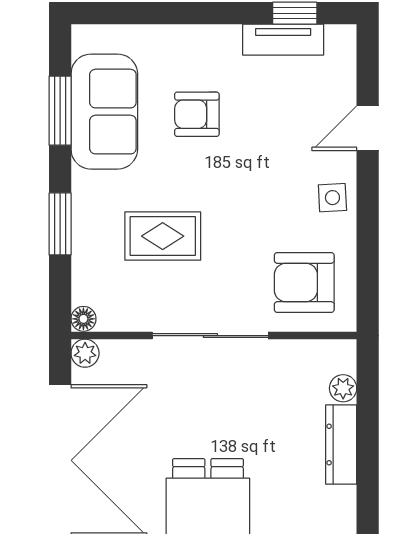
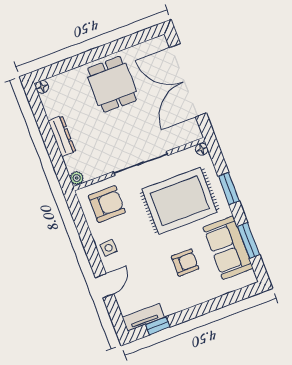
tv unit: (283, 40) -> (143, 317), moved
rug: (163, 236) -> (180, 201), width x1.86, depth x2.06
plant: (85, 353) -> (195, 134), removed
plant: (343, 388) -> (77, 178), moved

